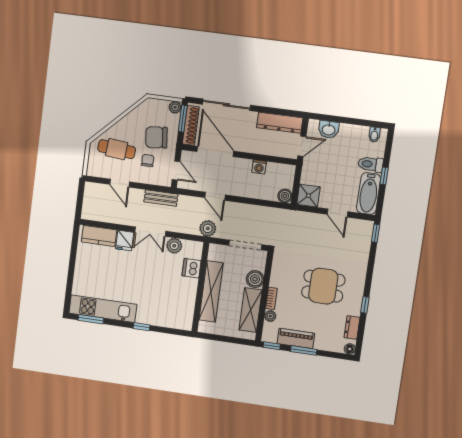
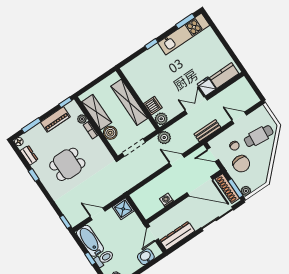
chair: (156, 137) -> (241, 164), turned 96
boiler: (285, 196) -> (137, 197), removed
plant: (174, 246) -> (161, 119), moved
window: (304, 350) -> (31, 125), moved

